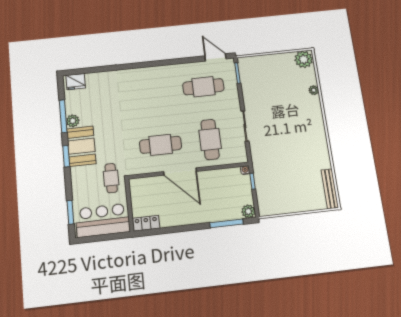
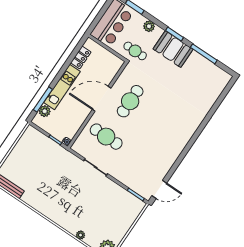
fridge: (76, 82) -> (221, 82), removed
cafe table: (203, 87) -> (146, 163), removed
plant: (73, 121) -> (149, 26), moved
plant: (248, 211) -> (45, 111), moved
kitchen unit: (200, 216) -> (62, 87), added
locker: (146, 223) -> (81, 57), moved

